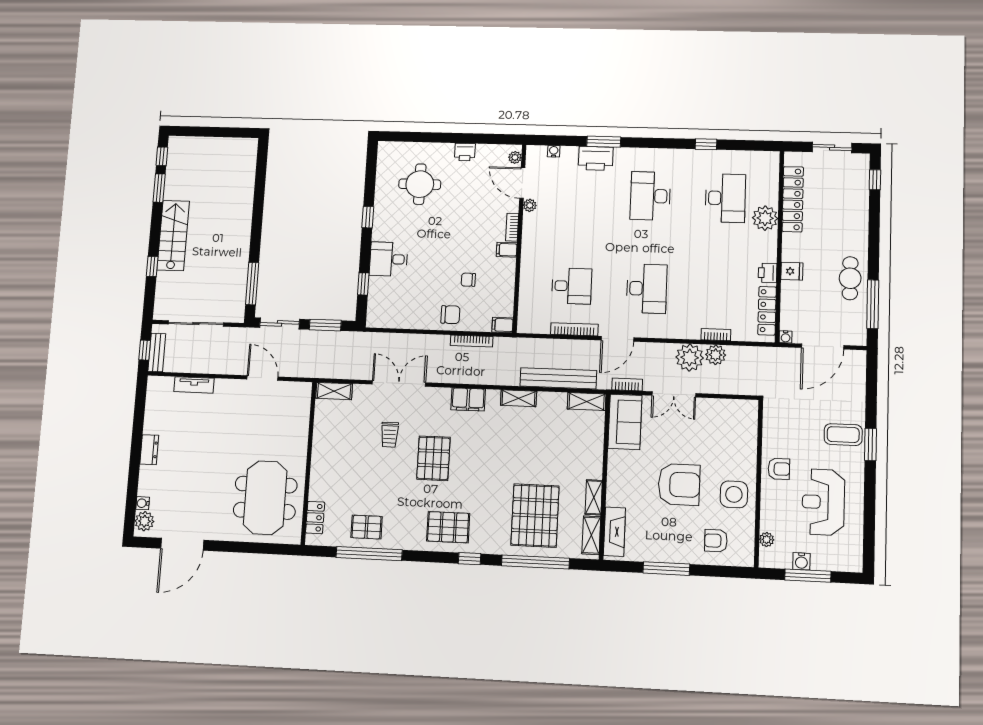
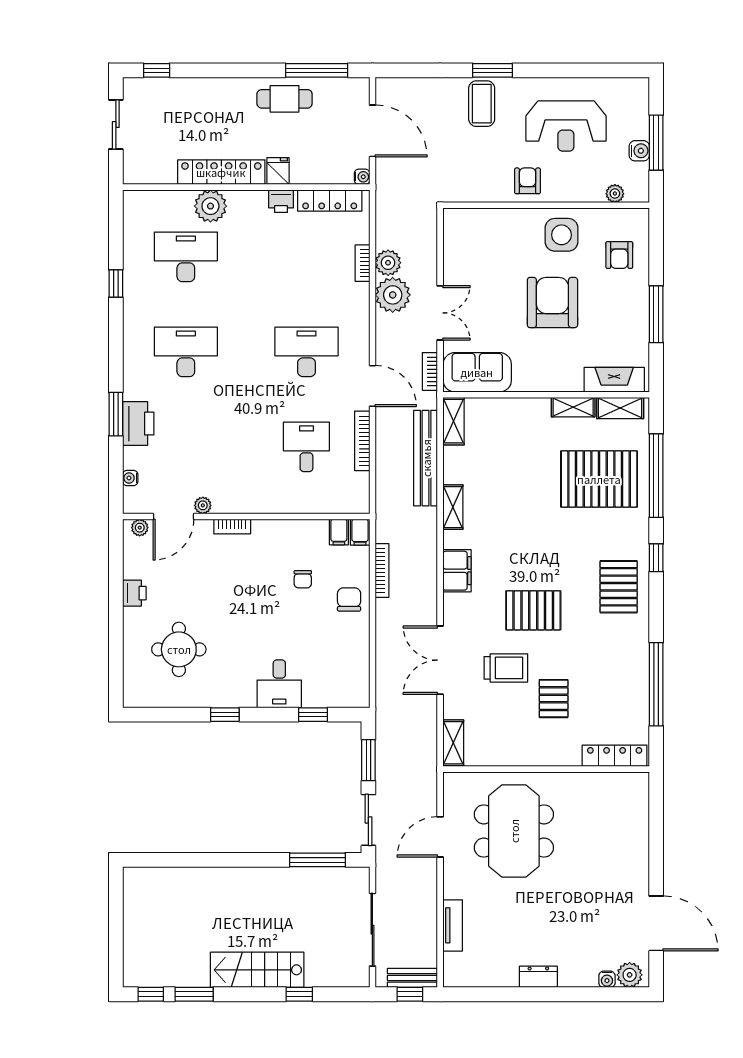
desk: (650, 196) -> (186, 352), turned 180
locker: (793, 199) -> (221, 172), moved
filing cabinet: (507, 250) -> (339, 532), moved
trolley: (390, 435) -> (506, 668), width x1.36, depth x1.39
meeting table: (265, 498) -> (514, 831), moved, turned 90
locker: (315, 518) -> (615, 756), width x1.53
pallet: (367, 527) -> (554, 699), moved

